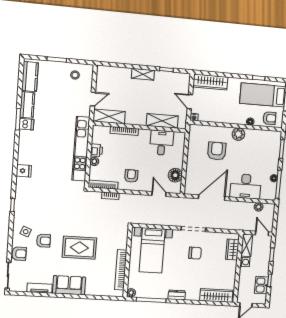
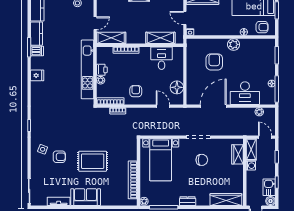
fridge: (24, 171) -> (37, 75), moved
armchair: (19, 254) -> (38, 170), removed
boiler: (261, 299) -> (270, 201), added

